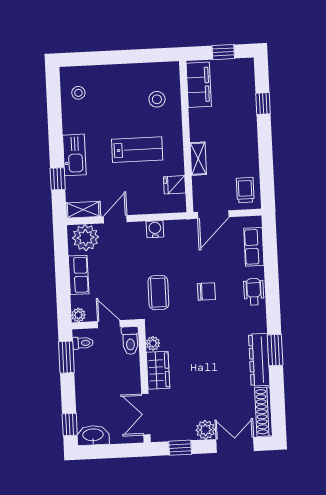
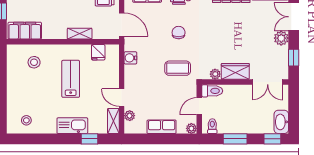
water cooler: (155, 229) -> (130, 58), moved
plant: (86, 238) -> (130, 116), width x0.53, depth x0.53
window: (66, 357) -> (235, 139), moved

